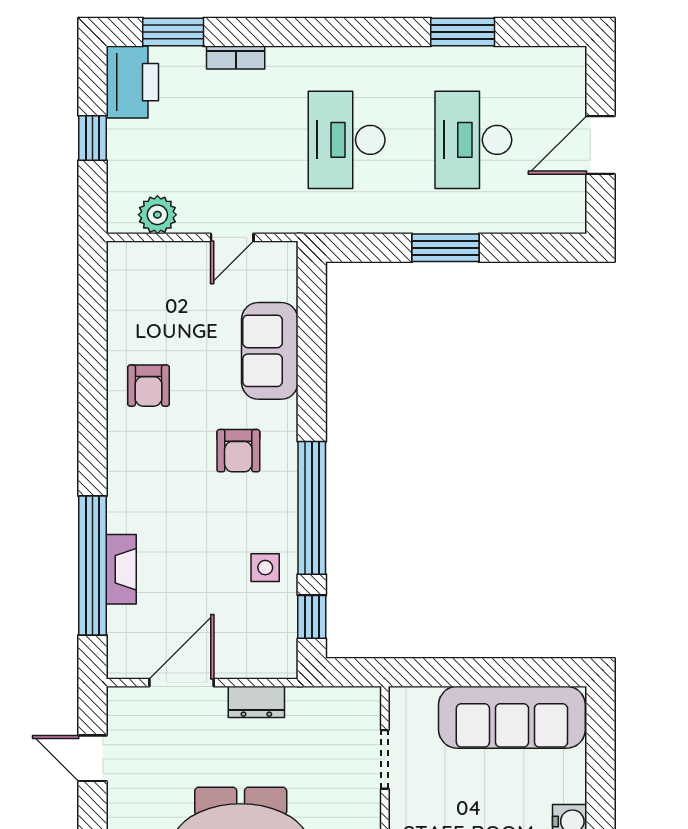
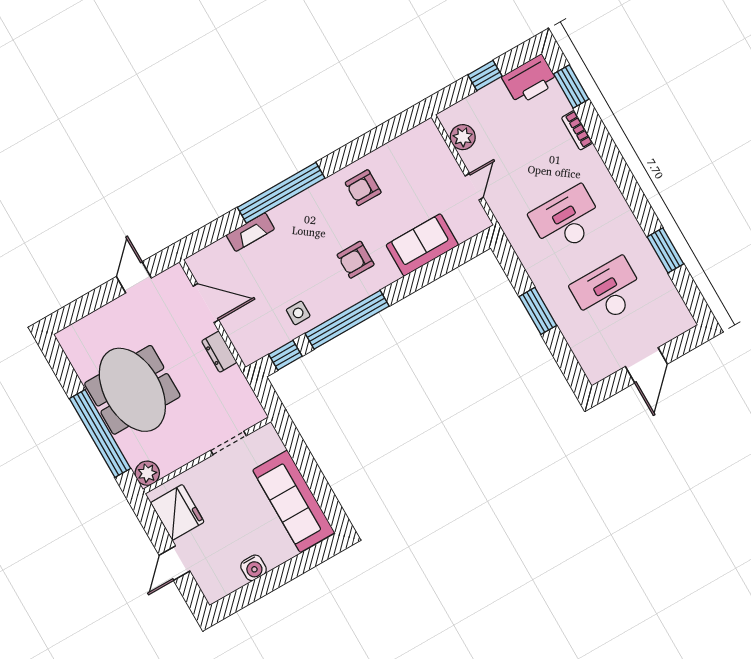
door: (601, 145) -> (646, 365), swing flipped
door: (232, 237) -> (474, 187), swing flipped
window: (93, 565) -> (281, 193), moved

